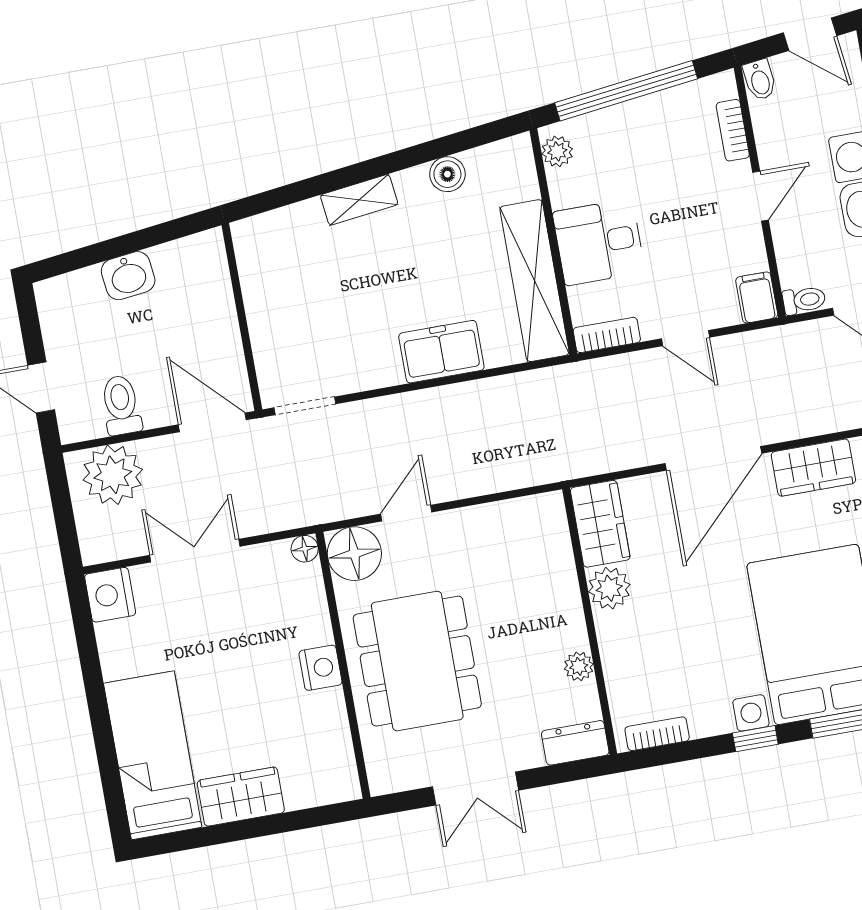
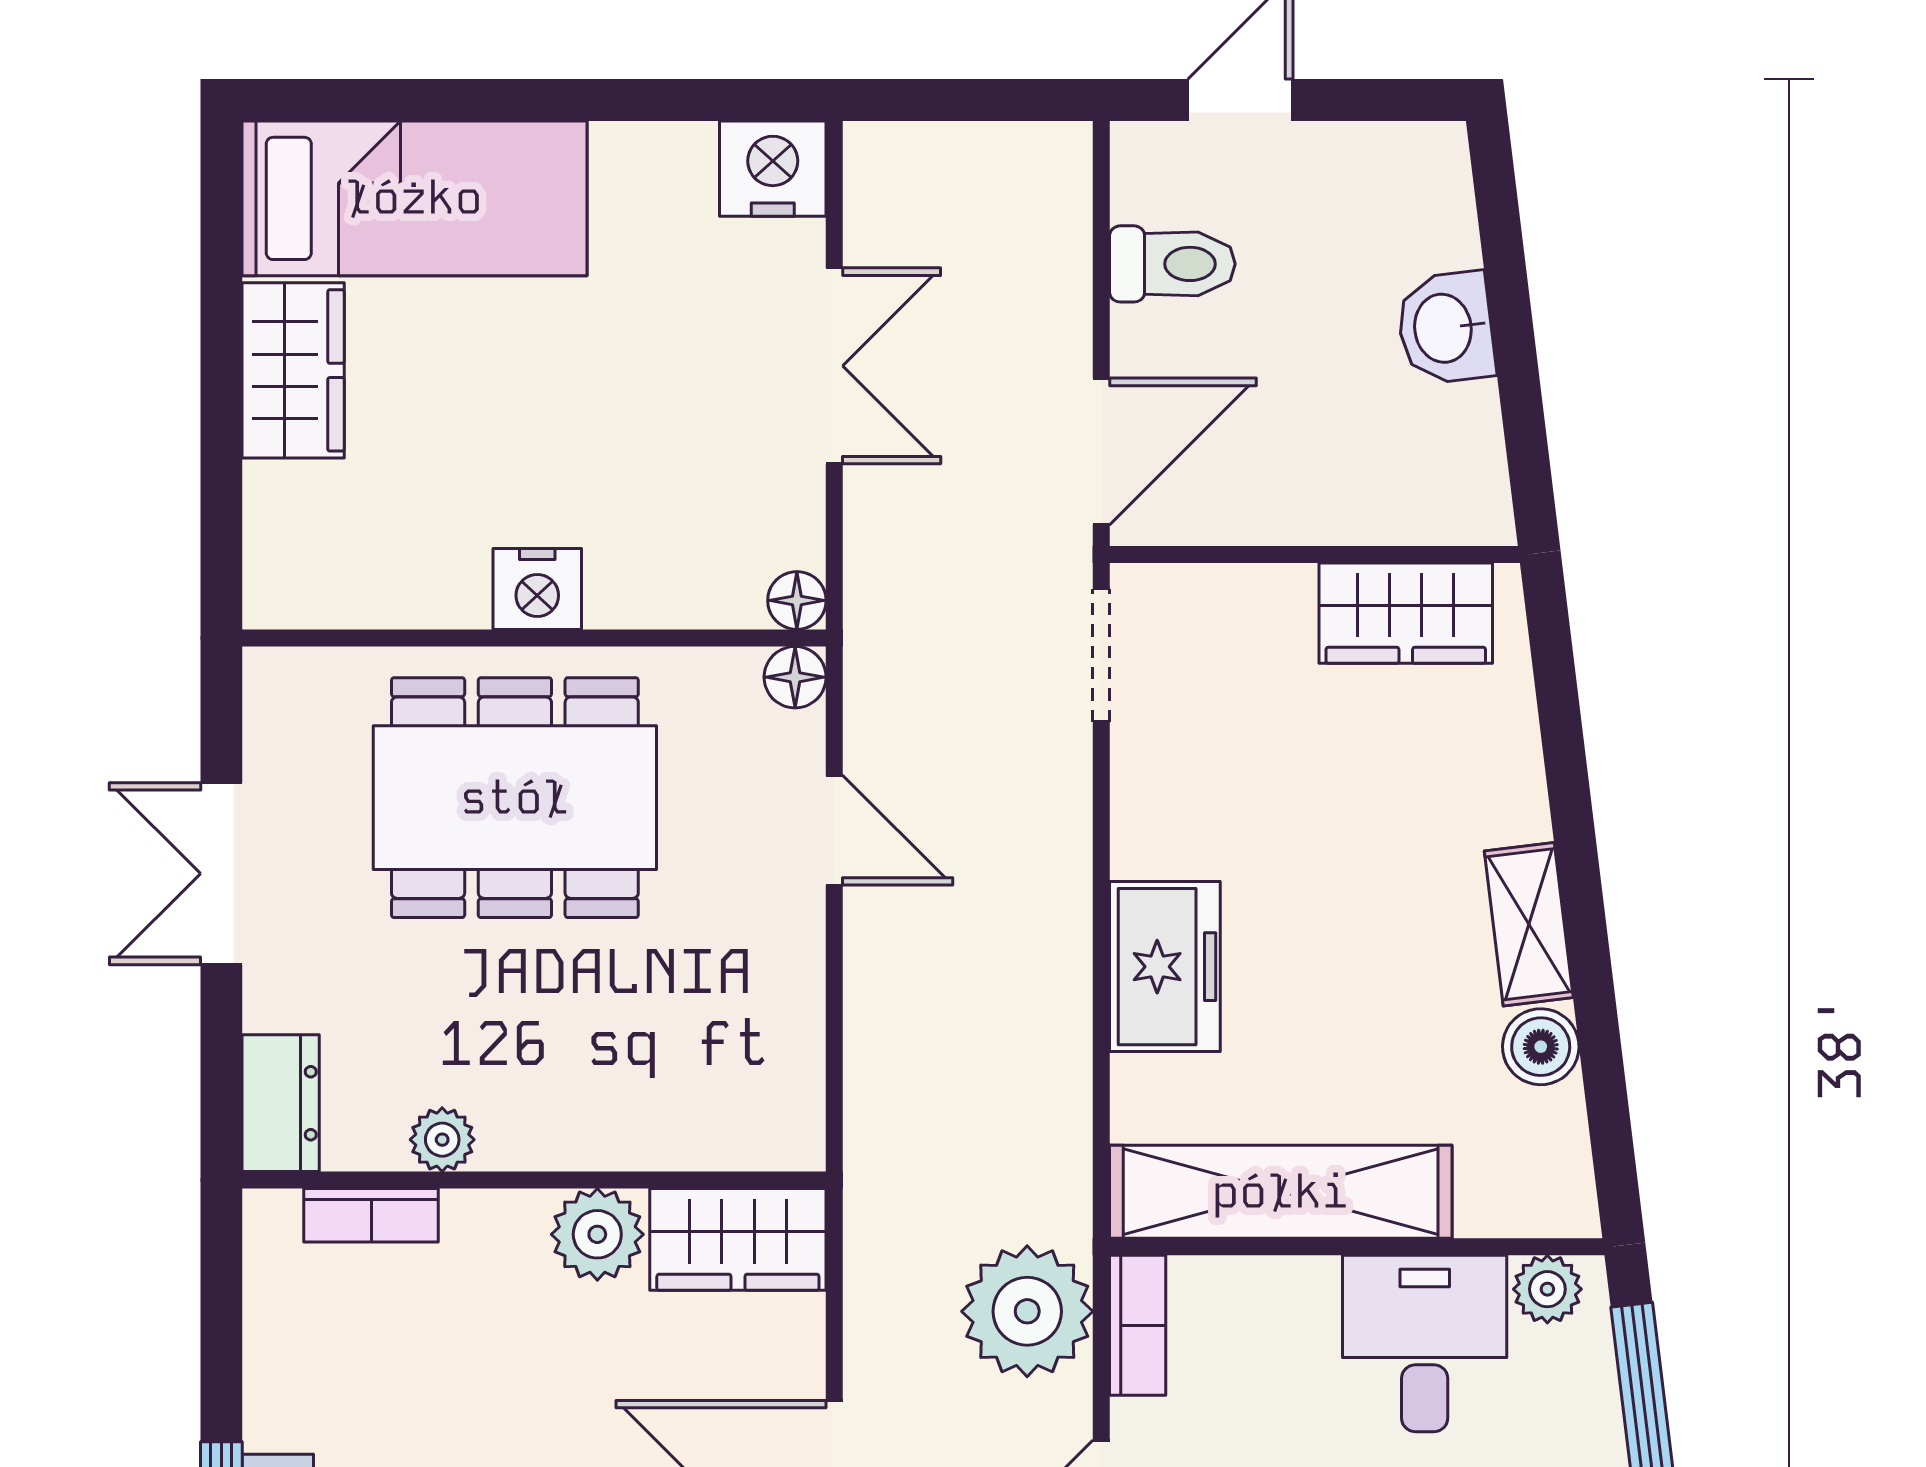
shelving: (359, 200) -> (1529, 924), moved
desk: (599, 242) -> (1425, 1343), moved
wardrobe: (261, 271) -> (1406, 613), added
plant: (113, 475) -> (1027, 1311), moved
floor lamp: (354, 554) -> (795, 677), width x0.53, depth x0.53
bookcase: (657, 734) -> (371, 1215), moved, turned 90

